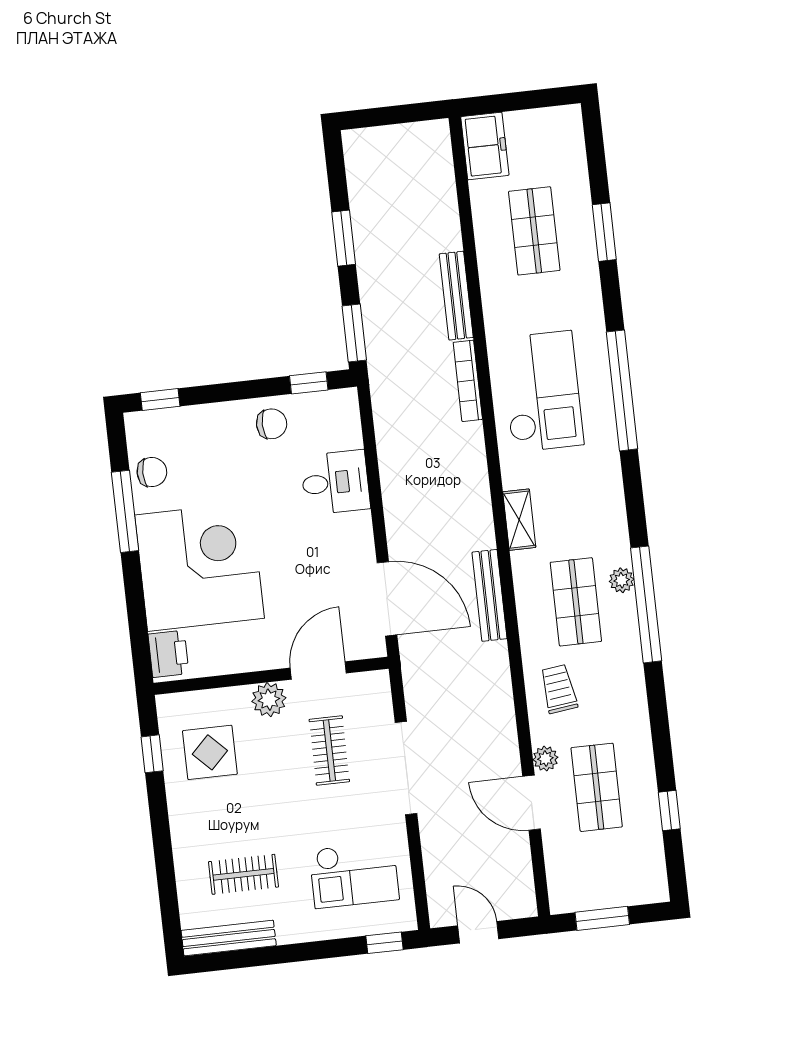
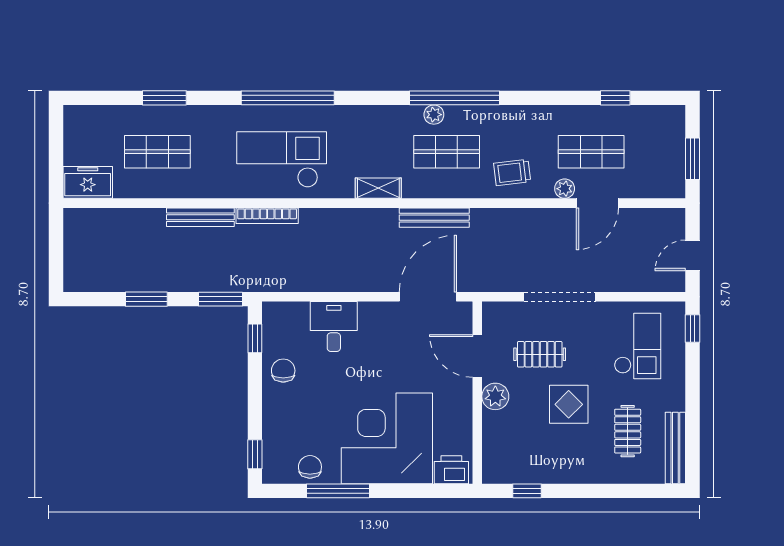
display table: (210, 752) -> (569, 404), moved

